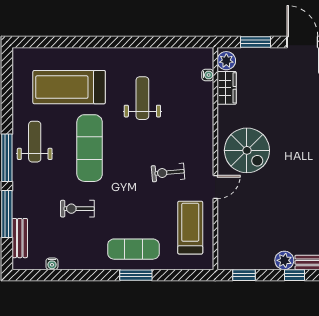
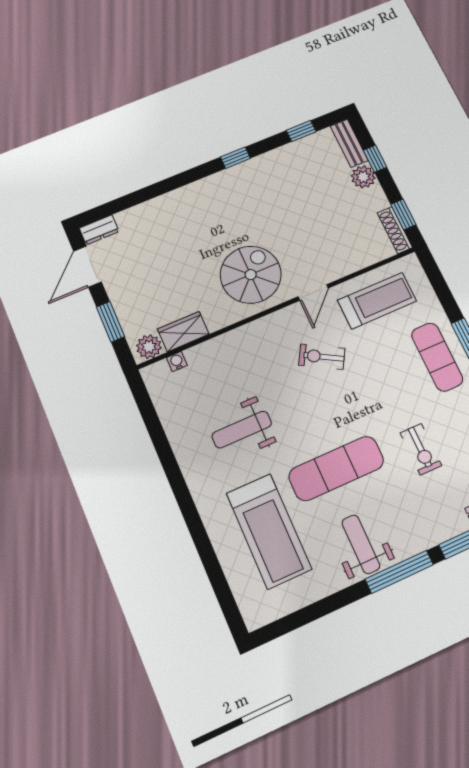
weight bench: (35, 142) -> (361, 544), turned 90
exercise bike: (168, 173) -> (322, 357), turned 125
door: (215, 187) -> (313, 292), swing flipped
treadmill: (190, 228) -> (377, 301), turned 180
shoe rack: (235, 264) -> (395, 230), added

